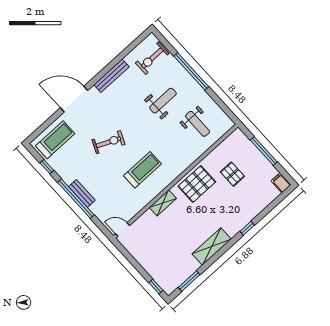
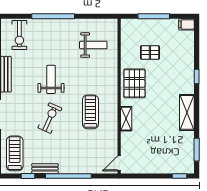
weight bench: (163, 101) -> (51, 79), moved
bench: (82, 193) -> (45, 169), moved

